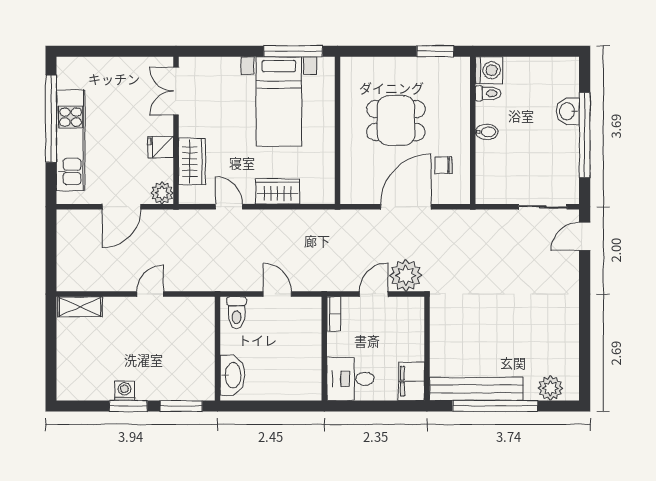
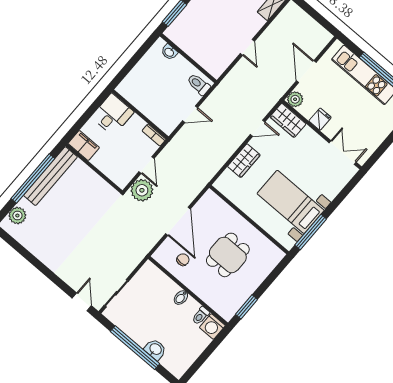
wardrobe: (192, 161) -> (288, 120), moved
washbasin: (232, 375) -> (169, 52), width x0.52, depth x0.69

